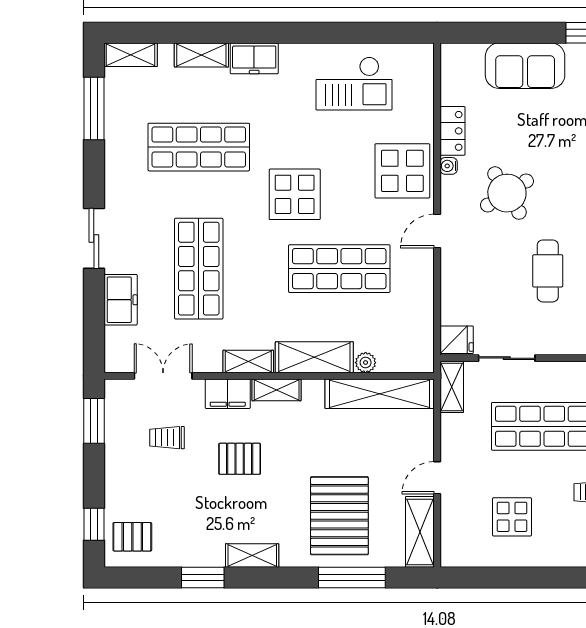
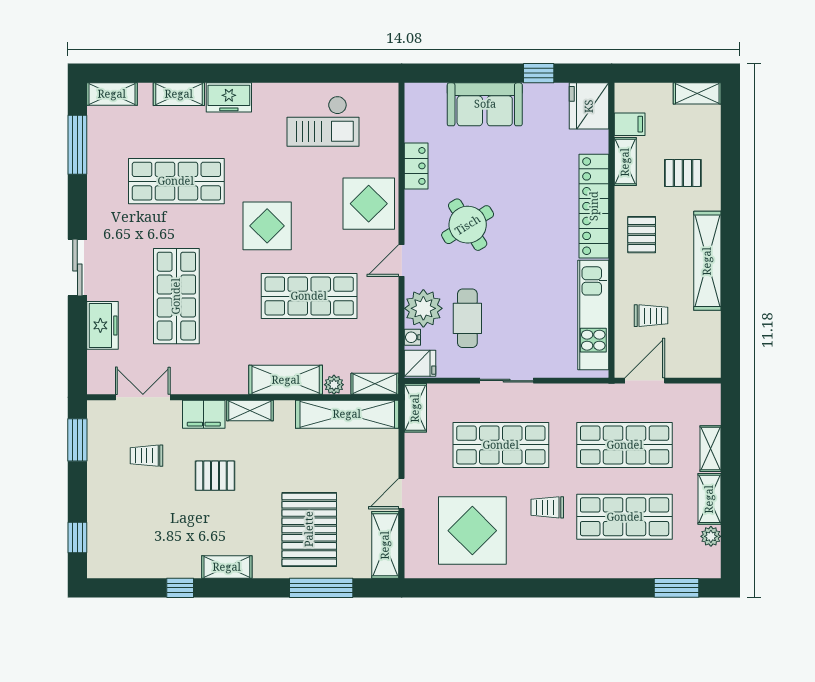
water cooler: (449, 166) -> (412, 337), moved
cafe table: (548, 271) -> (467, 318), moved
plant: (460, 282) -> (423, 308), added
sliding door: (507, 358) -> (507, 381), moved
shelving: (248, 361) -> (375, 384), moved
display table: (512, 517) -> (472, 531), width x1.86, depth x1.86
pallet: (132, 537) -> (114, 549), removed
window: (203, 577) -> (180, 588), width x0.67

